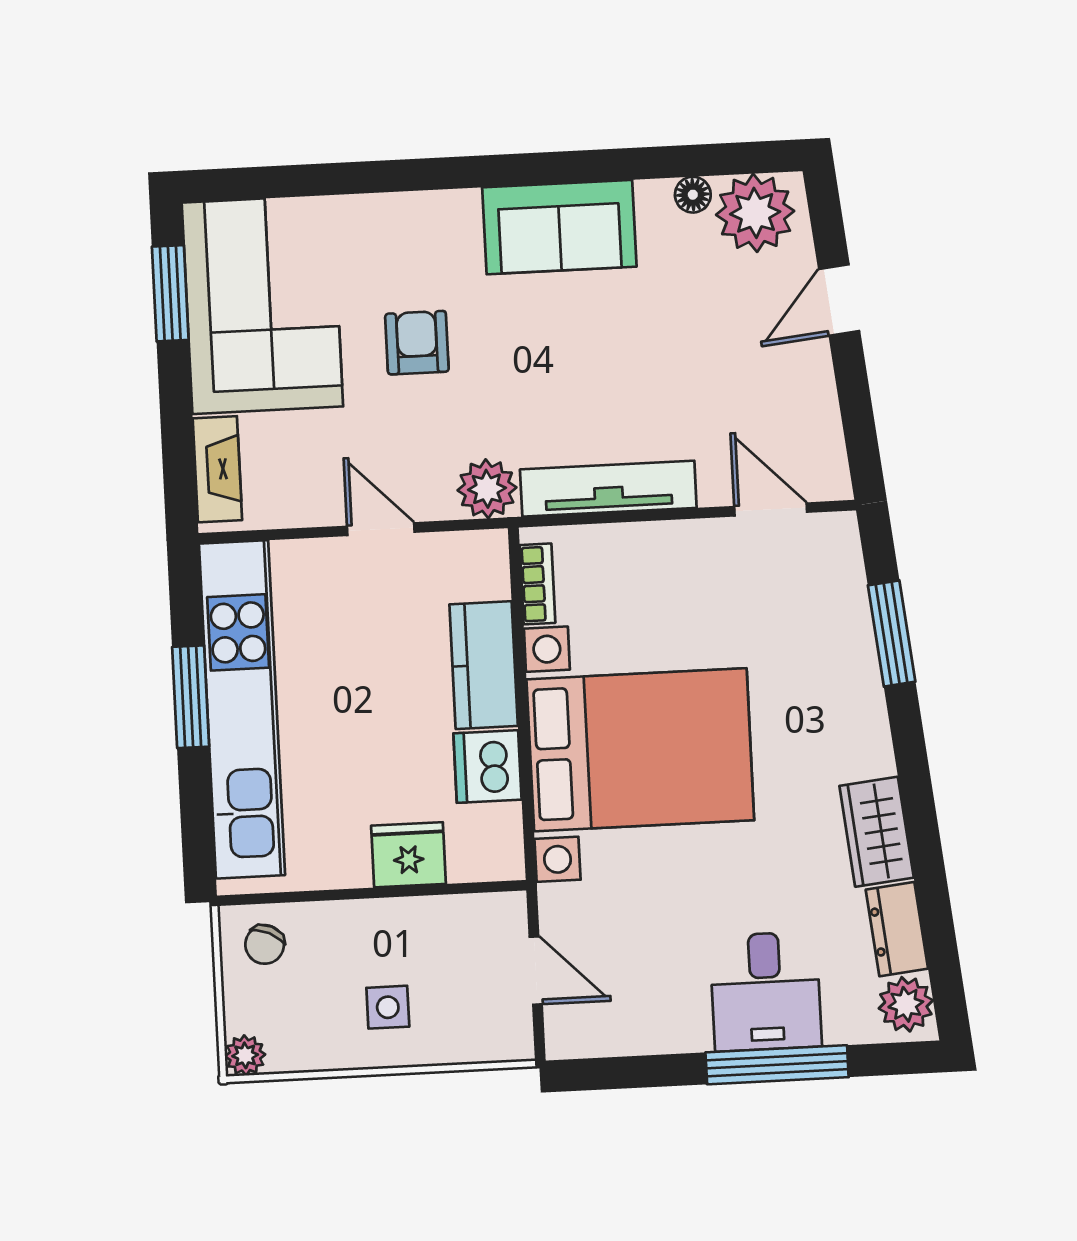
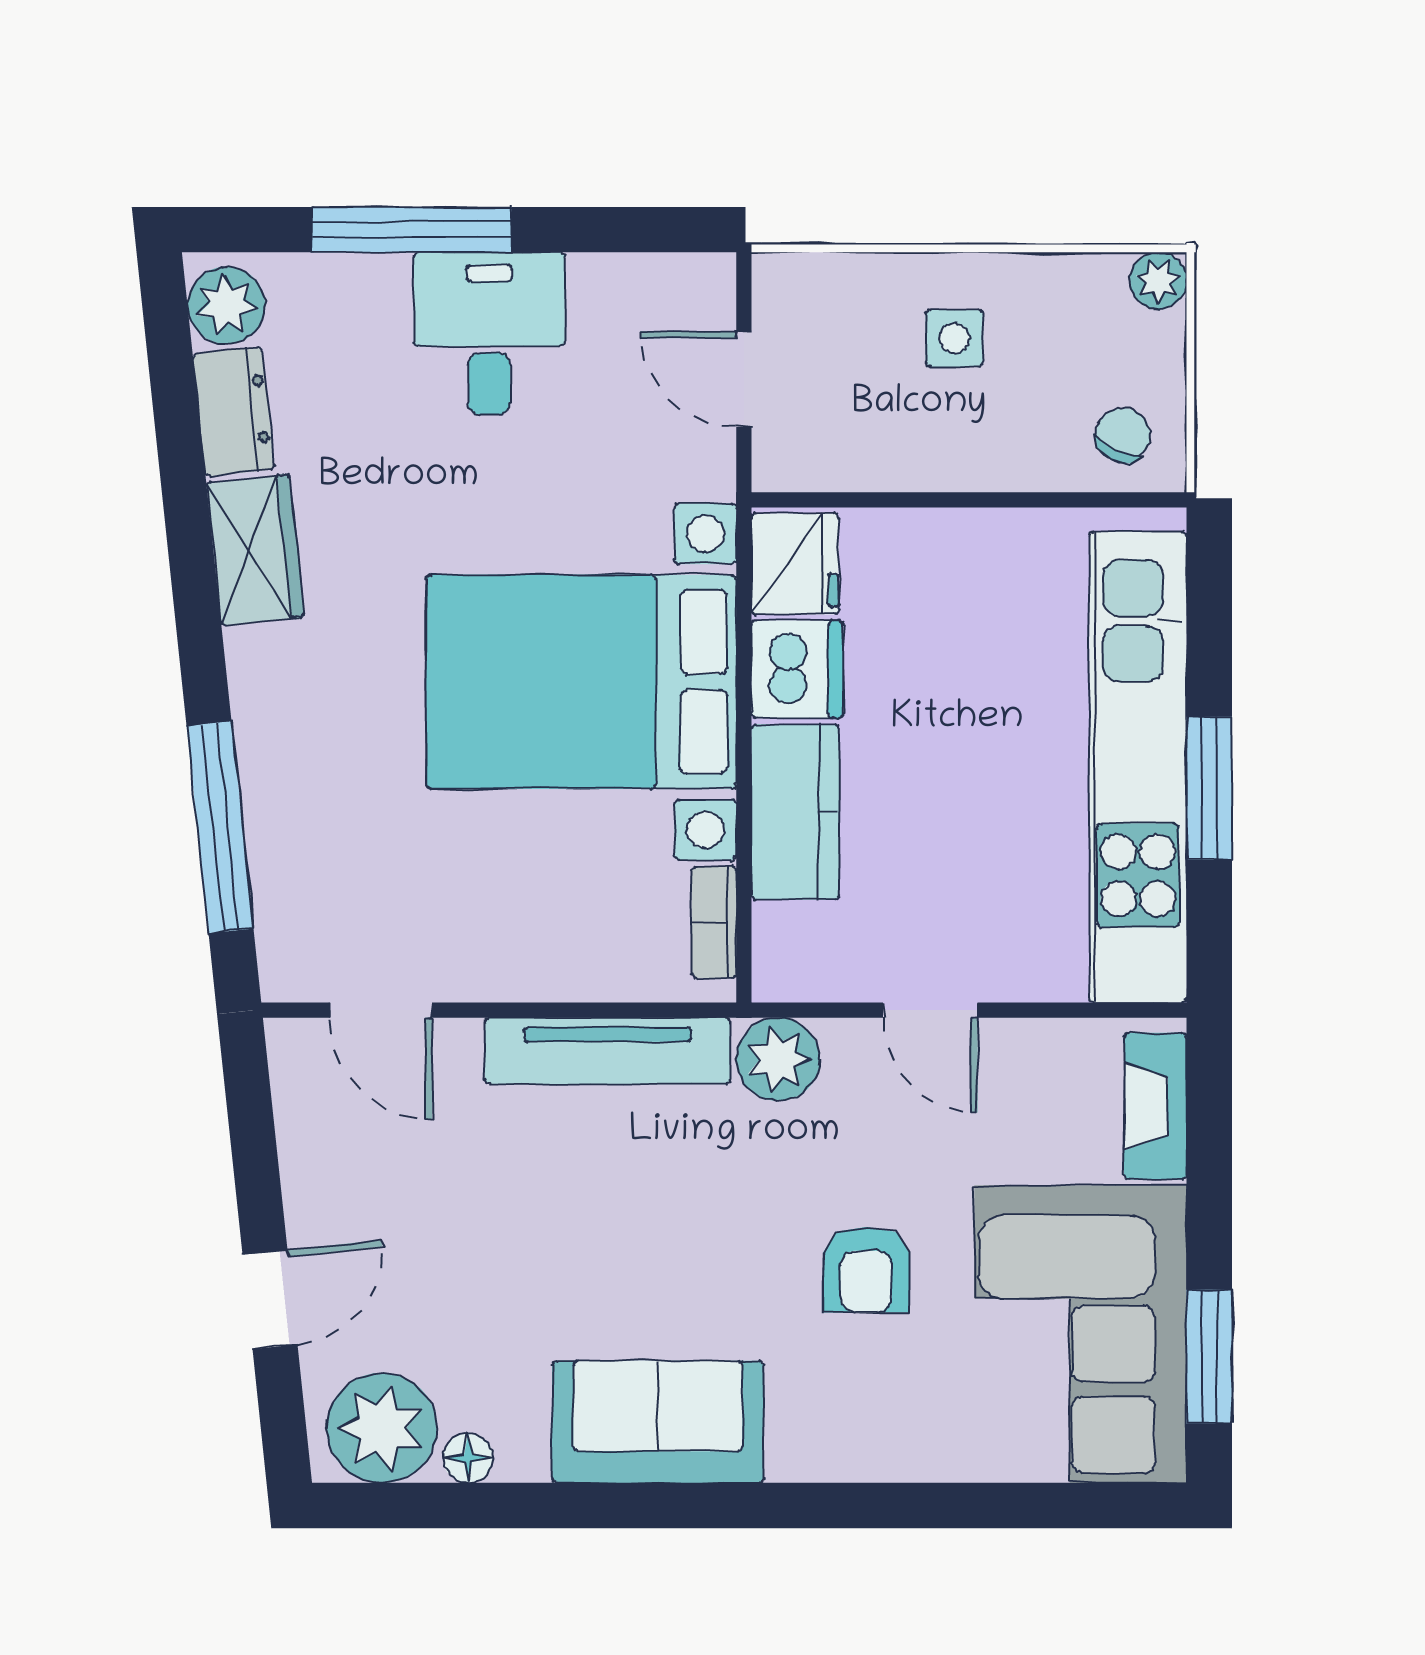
window: (892, 634) -> (220, 827), width x1.44
fridge: (408, 855) -> (795, 564), moved, turned -90
desk: (766, 991) -> (489, 333), moved

